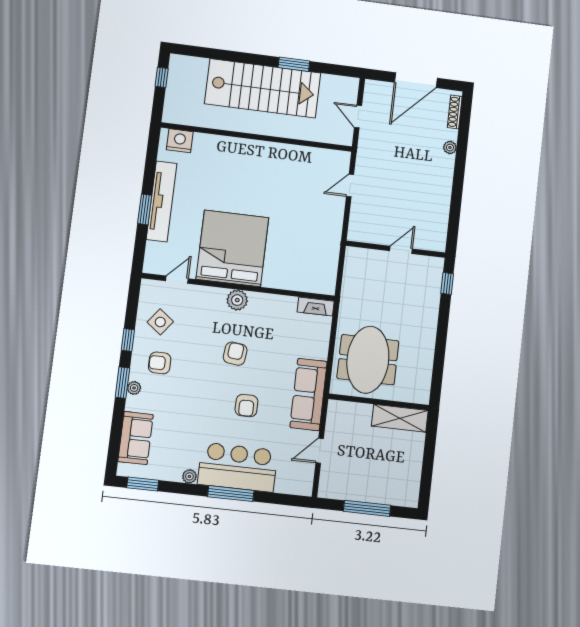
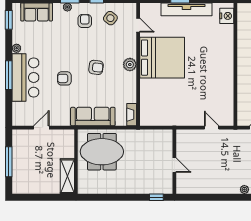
sofa: (309, 394) -> (93, 117), moved
door: (320, 451) -> (41, 128), hinge flipped

